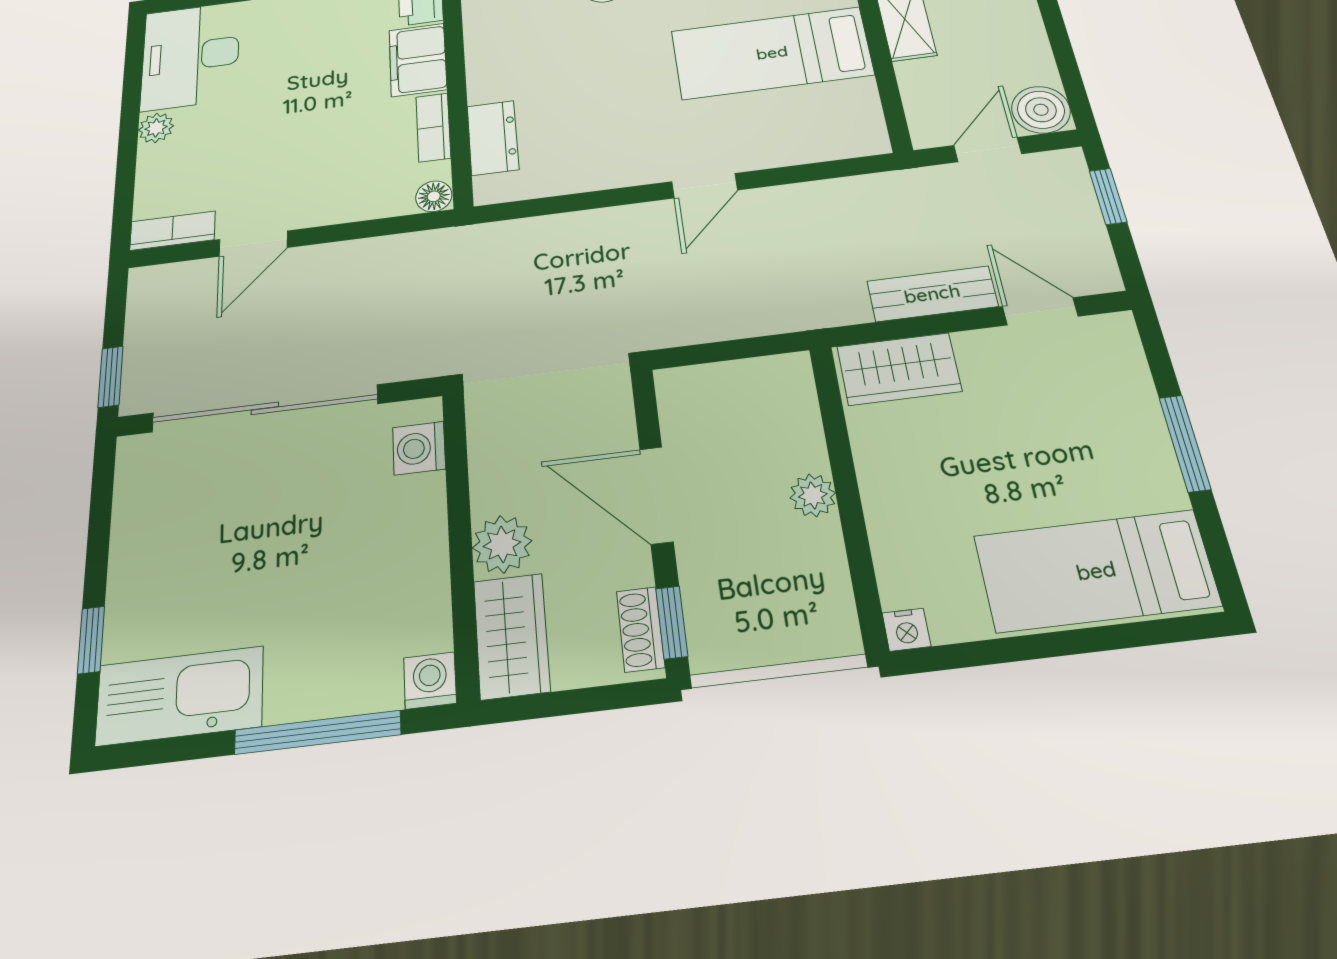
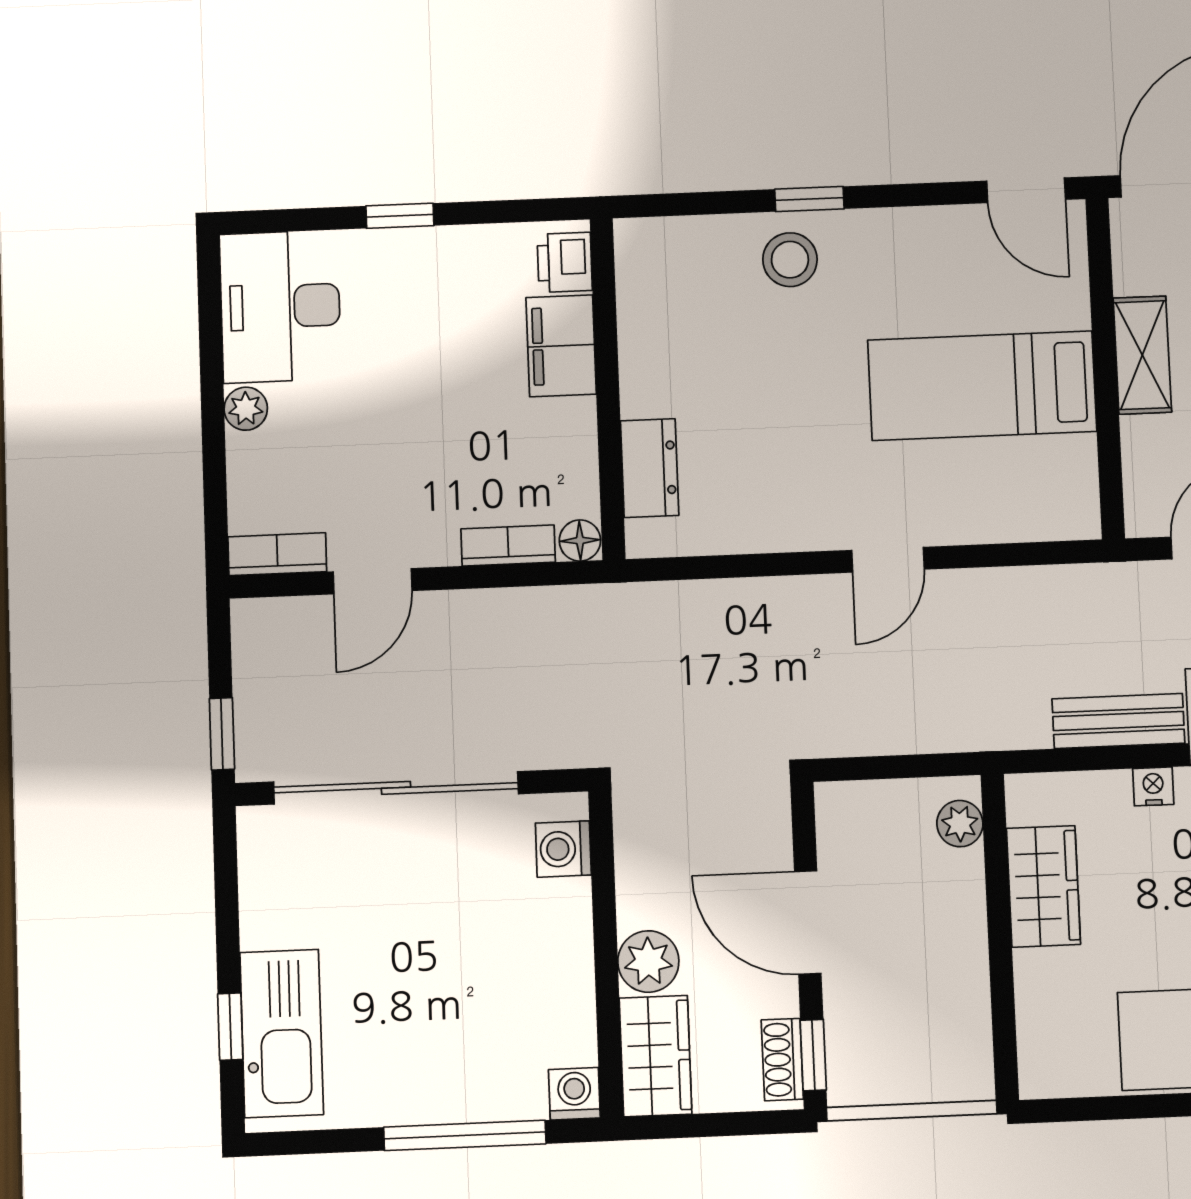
bookcase: (433, 127) -> (508, 545), moved, turned 90
wardrobe: (899, 369) -> (1043, 886), moved, turned -90
plant: (813, 495) -> (960, 824), moved
nightstand: (906, 630) -> (1153, 786), moved, turned 180
kitchen sink: (180, 696) -> (282, 1033), moved, turned 90

